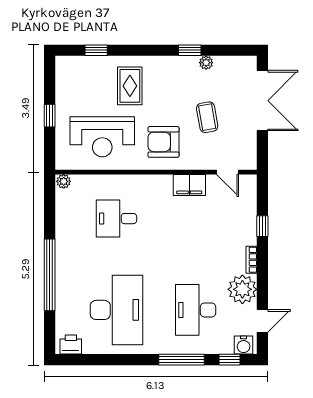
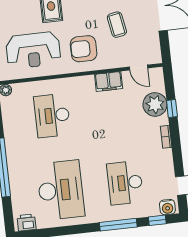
desk: (116, 219) -> (52, 116), width x1.37
plant: (242, 289) -> (155, 104), moved

